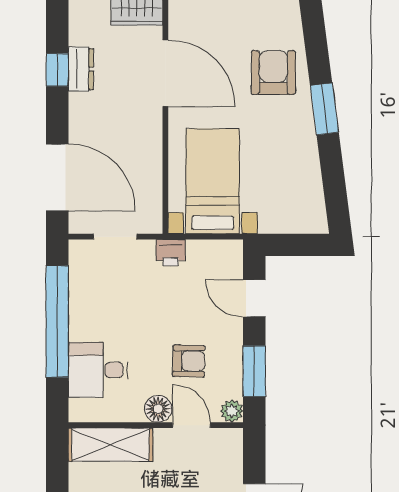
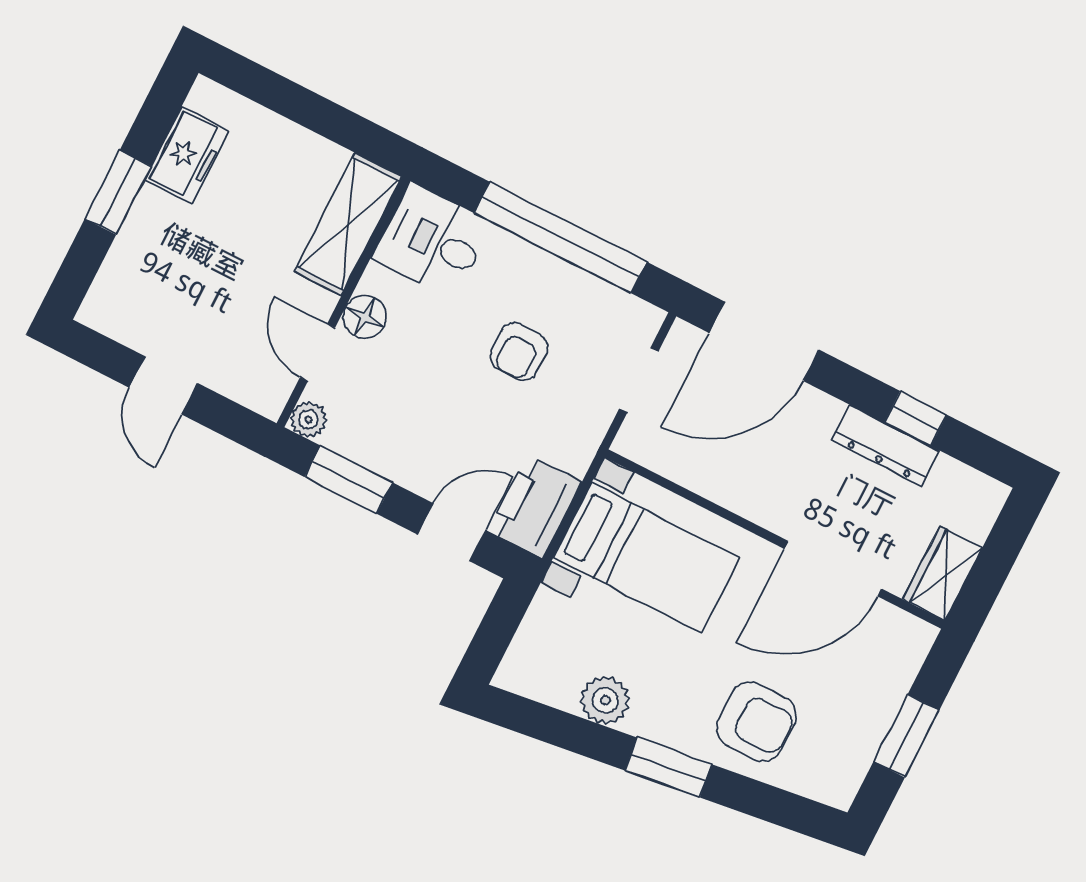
dresser: (81, 69) -> (886, 445), width x1.44
plant: (305, 164) -> (605, 700), added
printer: (171, 253) -> (535, 506), moved, width x1.87, depth x1.48
armchair: (189, 361) -> (519, 352), moved
desk: (98, 370) -> (432, 241), moved, turned -90
door: (192, 425) -> (318, 352), swing flipped

